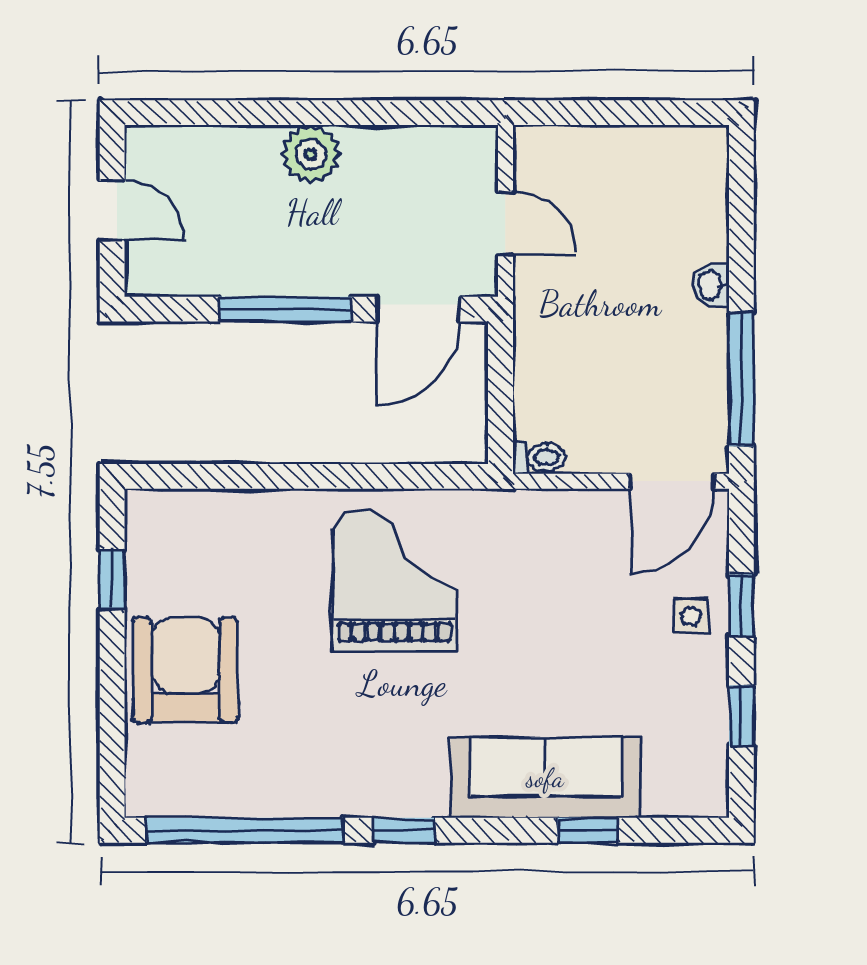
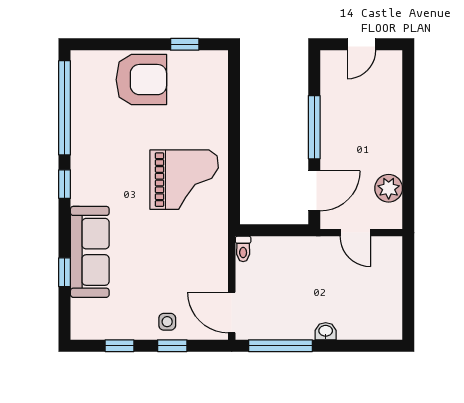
plant: (311, 154) -> (389, 188), moved
door: (505, 223) -> (355, 233), hinge flipped
door: (418, 309) -> (314, 191), swing flipped

